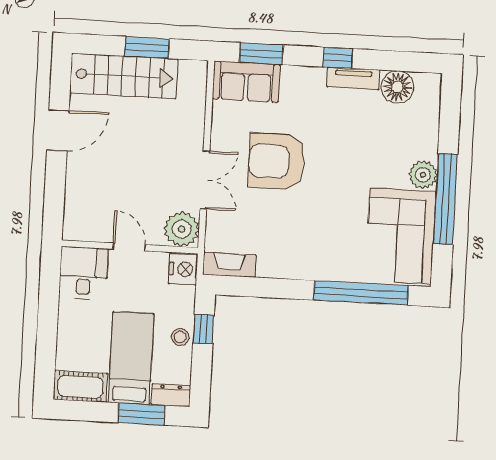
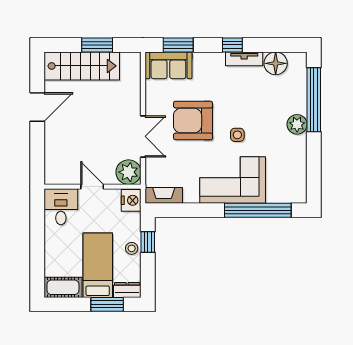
side table: (338, 185) -> (237, 135), added
window: (445, 199) -> (314, 100), moved
corner sofa: (401, 236) -> (233, 180), moved, turned 90

